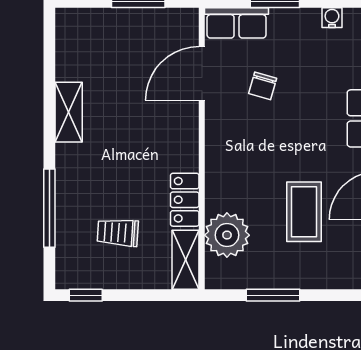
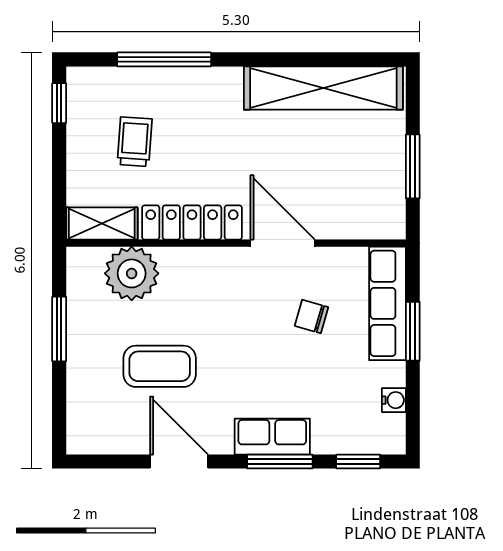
row of seats: (237, 23) -> (387, 303), width x1.48
door: (202, 73) -> (283, 243), moved
shelving: (69, 112) -> (323, 88), width x2.20, depth x1.33
locker: (185, 200) -> (192, 223), width x1.53

